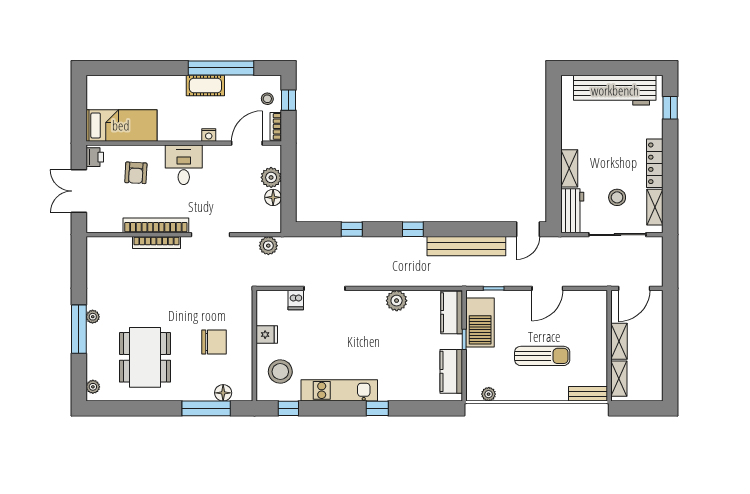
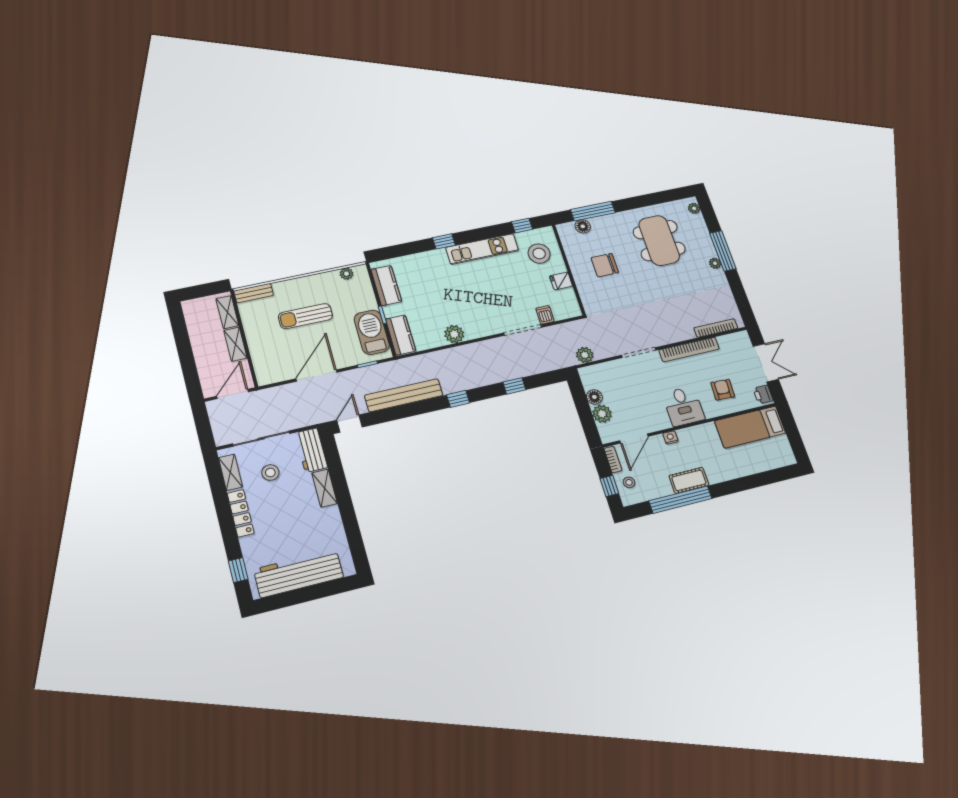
bookcase: (156, 242) -> (716, 328), moved
door: (547, 288) -> (317, 375), width x1.36

